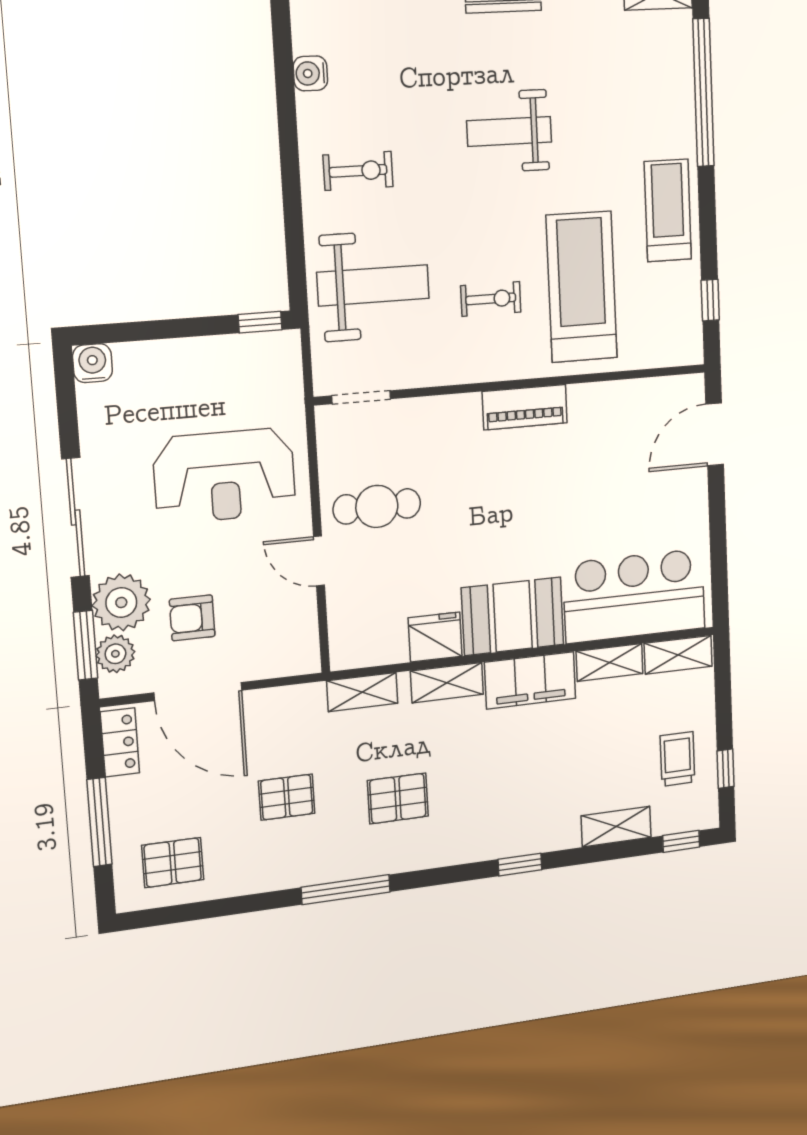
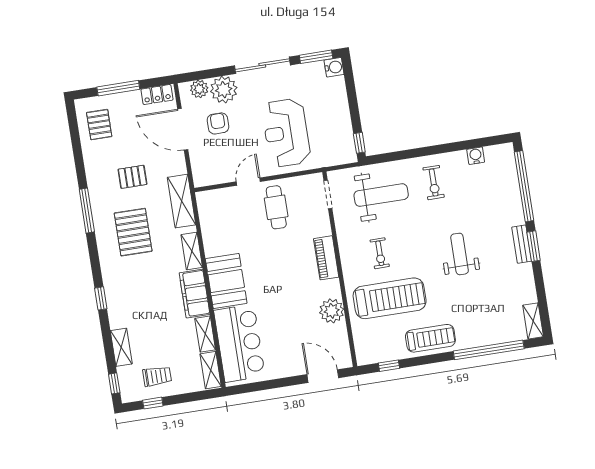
weight bench: (373, 285) -> (381, 195), turned -90
piano: (525, 407) -> (326, 258), moved
plant: (593, 407) -> (332, 311), added
fridge: (435, 637) -> (214, 243), removed
window: (86, 645) -> (316, 57), moved
door: (198, 692) -> (183, 129), hinge flipped
shelving: (362, 692) -> (182, 201), width x1.50, depth x1.33
pallet: (287, 797) -> (132, 177), turned 90
pallet: (398, 798) -> (133, 232), width x1.50, depth x1.42

